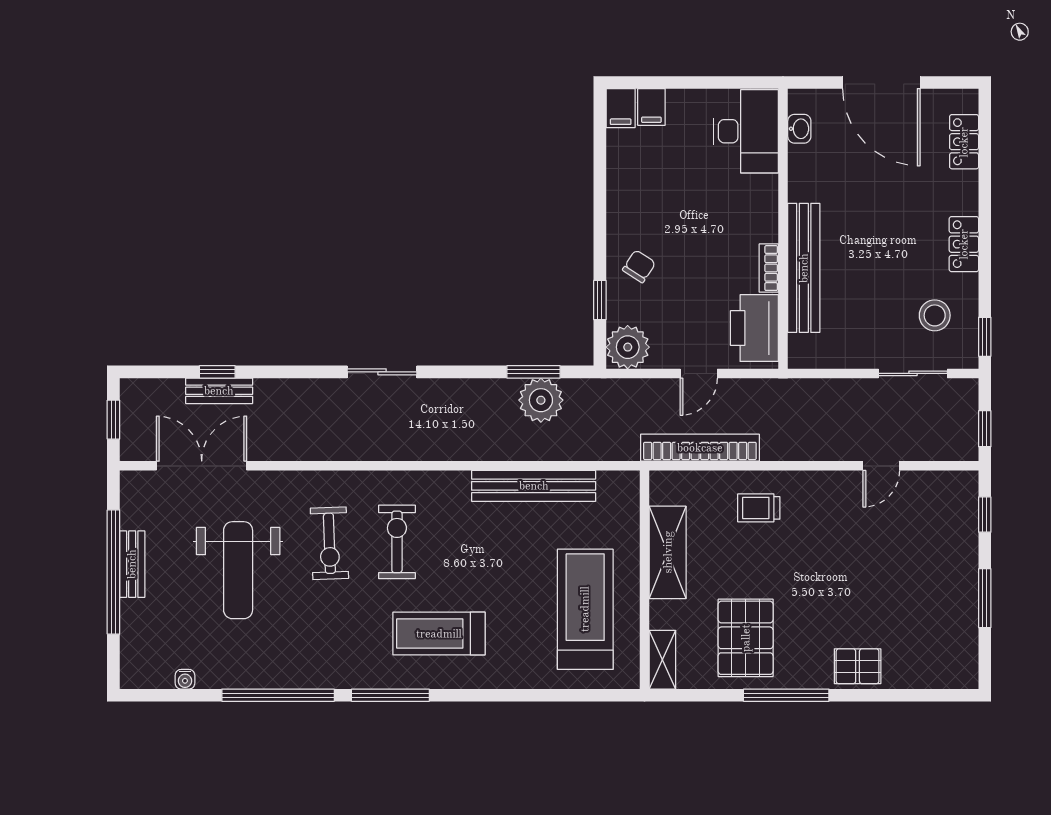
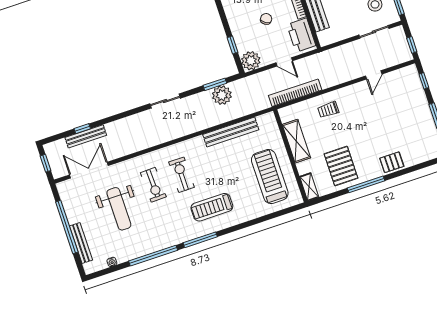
chair: (639, 266) -> (266, 19), moved
sliding door: (382, 372) -> (165, 101), moved
door: (699, 373) -> (284, 62), hinge flipped
bench: (219, 391) -> (86, 136), width x1.36
bench: (132, 564) -> (81, 243), moved, width x1.36

